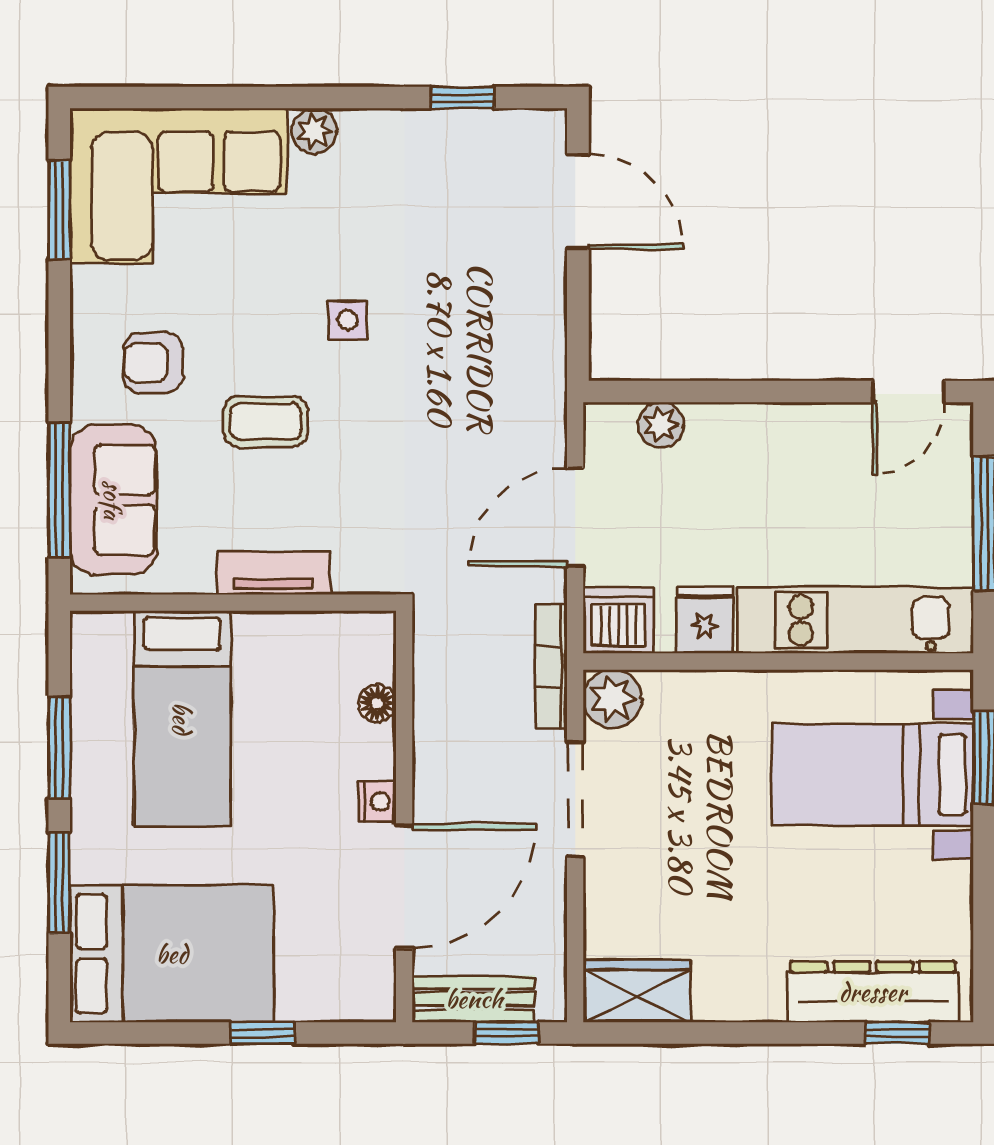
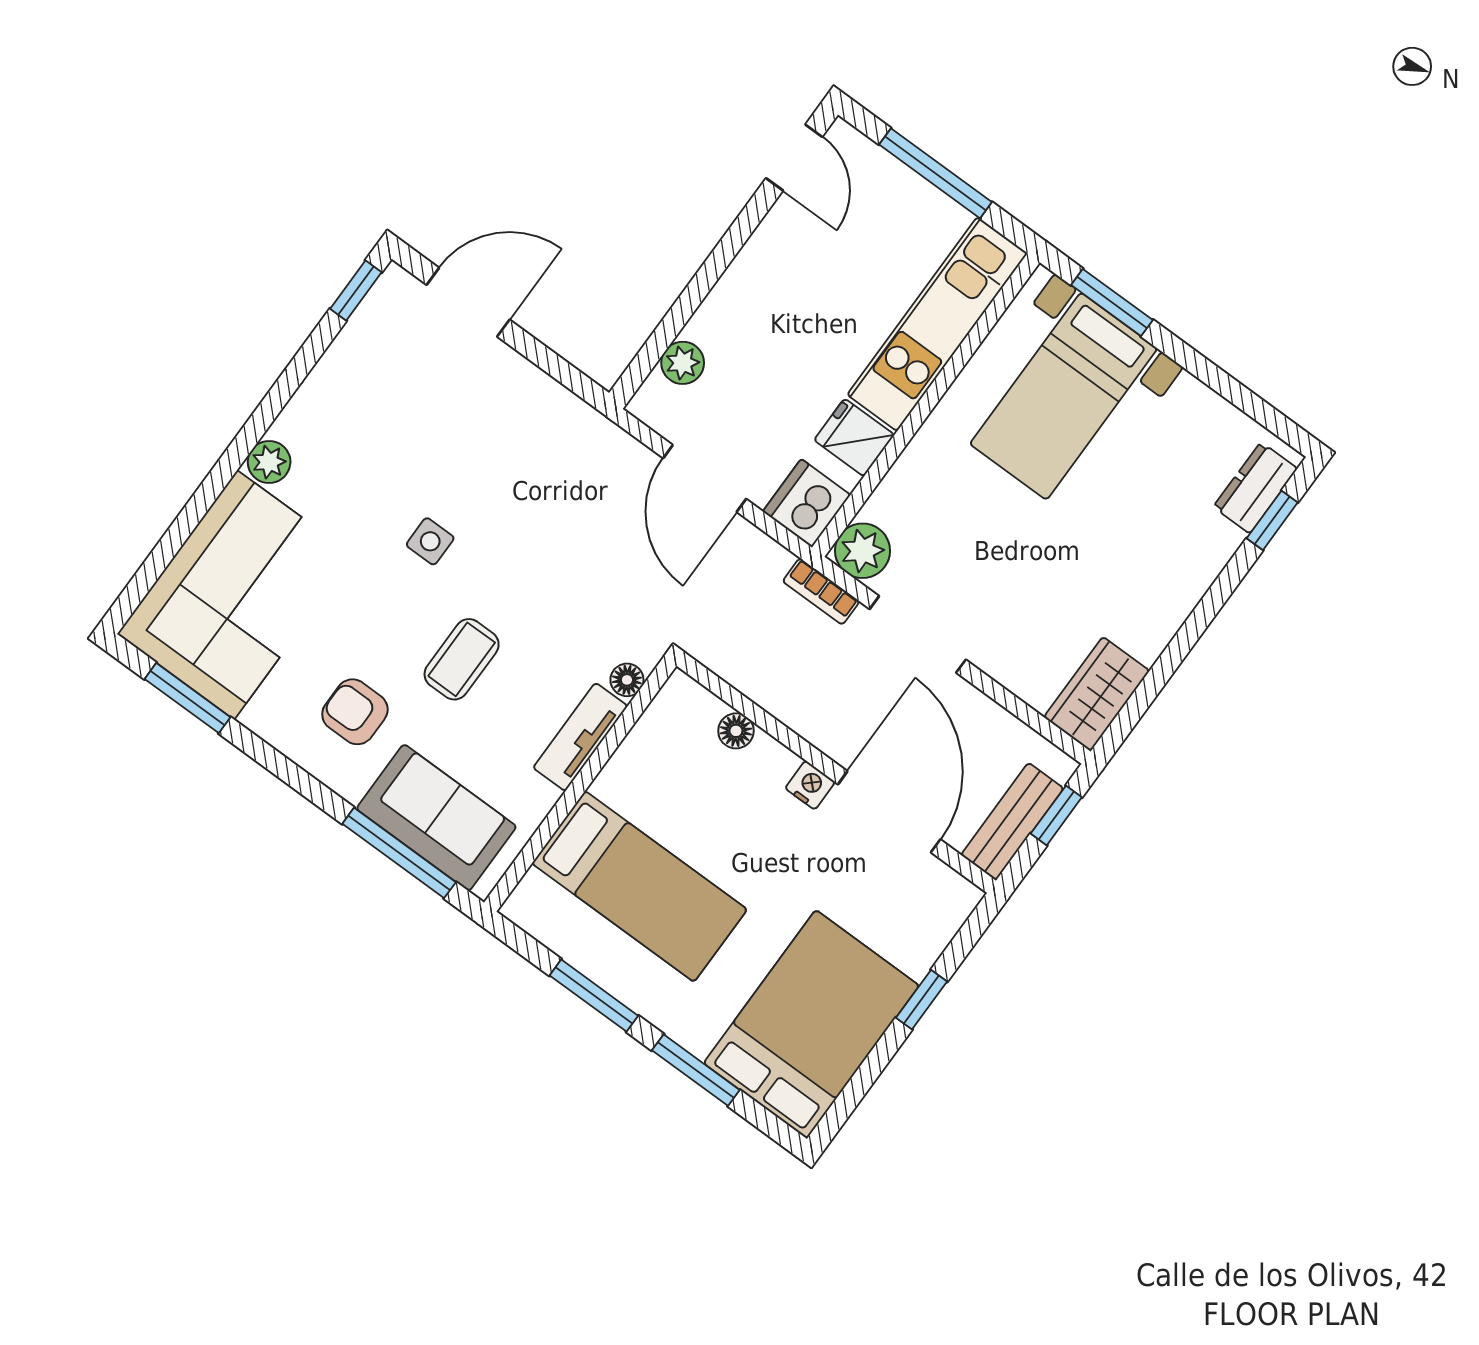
window: (462, 98) -> (356, 290), moved
armchair: (153, 363) -> (355, 712), turned 90
floor lamp: (352, 577) -> (627, 680), added
bookcase: (551, 666) -> (821, 591), width x0.64
dresser: (873, 992) -> (1255, 488), width x0.51, depth x0.80

